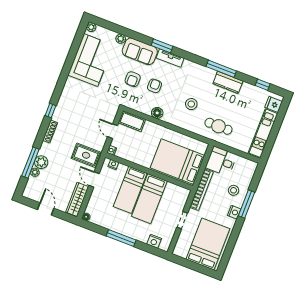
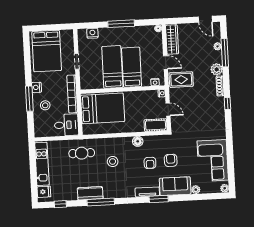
plant: (41, 162) -> (217, 69), moved
door: (46, 209) -> (205, 19), moved

